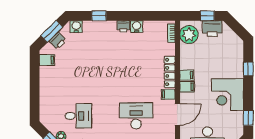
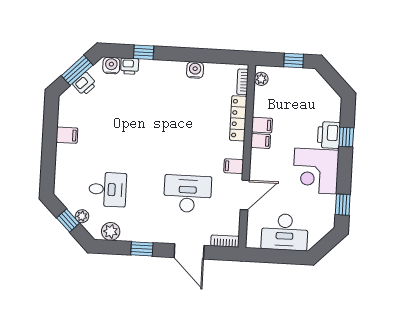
printer: (123, 26) -> (130, 66), moved
printer: (212, 28) -> (329, 135), moved, turned 90
plant: (189, 35) -> (261, 79), width x0.53, depth x0.53
filing cabinet: (47, 60) -> (67, 135), moved
locker: (170, 72) -> (238, 118), moved
filing cabinet: (187, 87) -> (262, 125), moved

